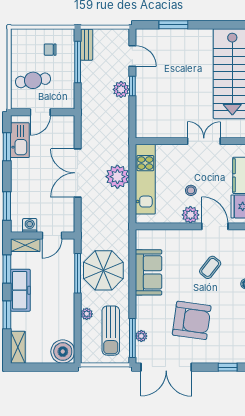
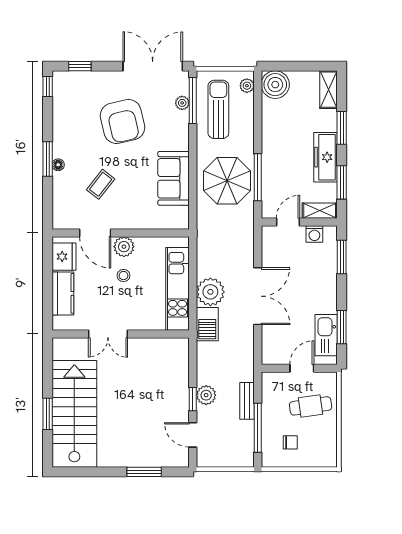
bench: (87, 45) -> (247, 401), moved
barbecue: (120, 149) -> (207, 324), added
plant: (87, 314) -> (247, 86), moved
armchair: (192, 320) -> (122, 121), turned -111

